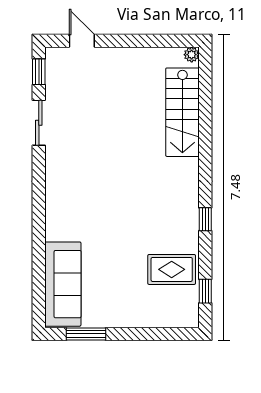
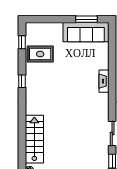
fireplace: (54, 219) -> (104, 81), added
sofa: (63, 284) -> (86, 32), moved, turned -90

